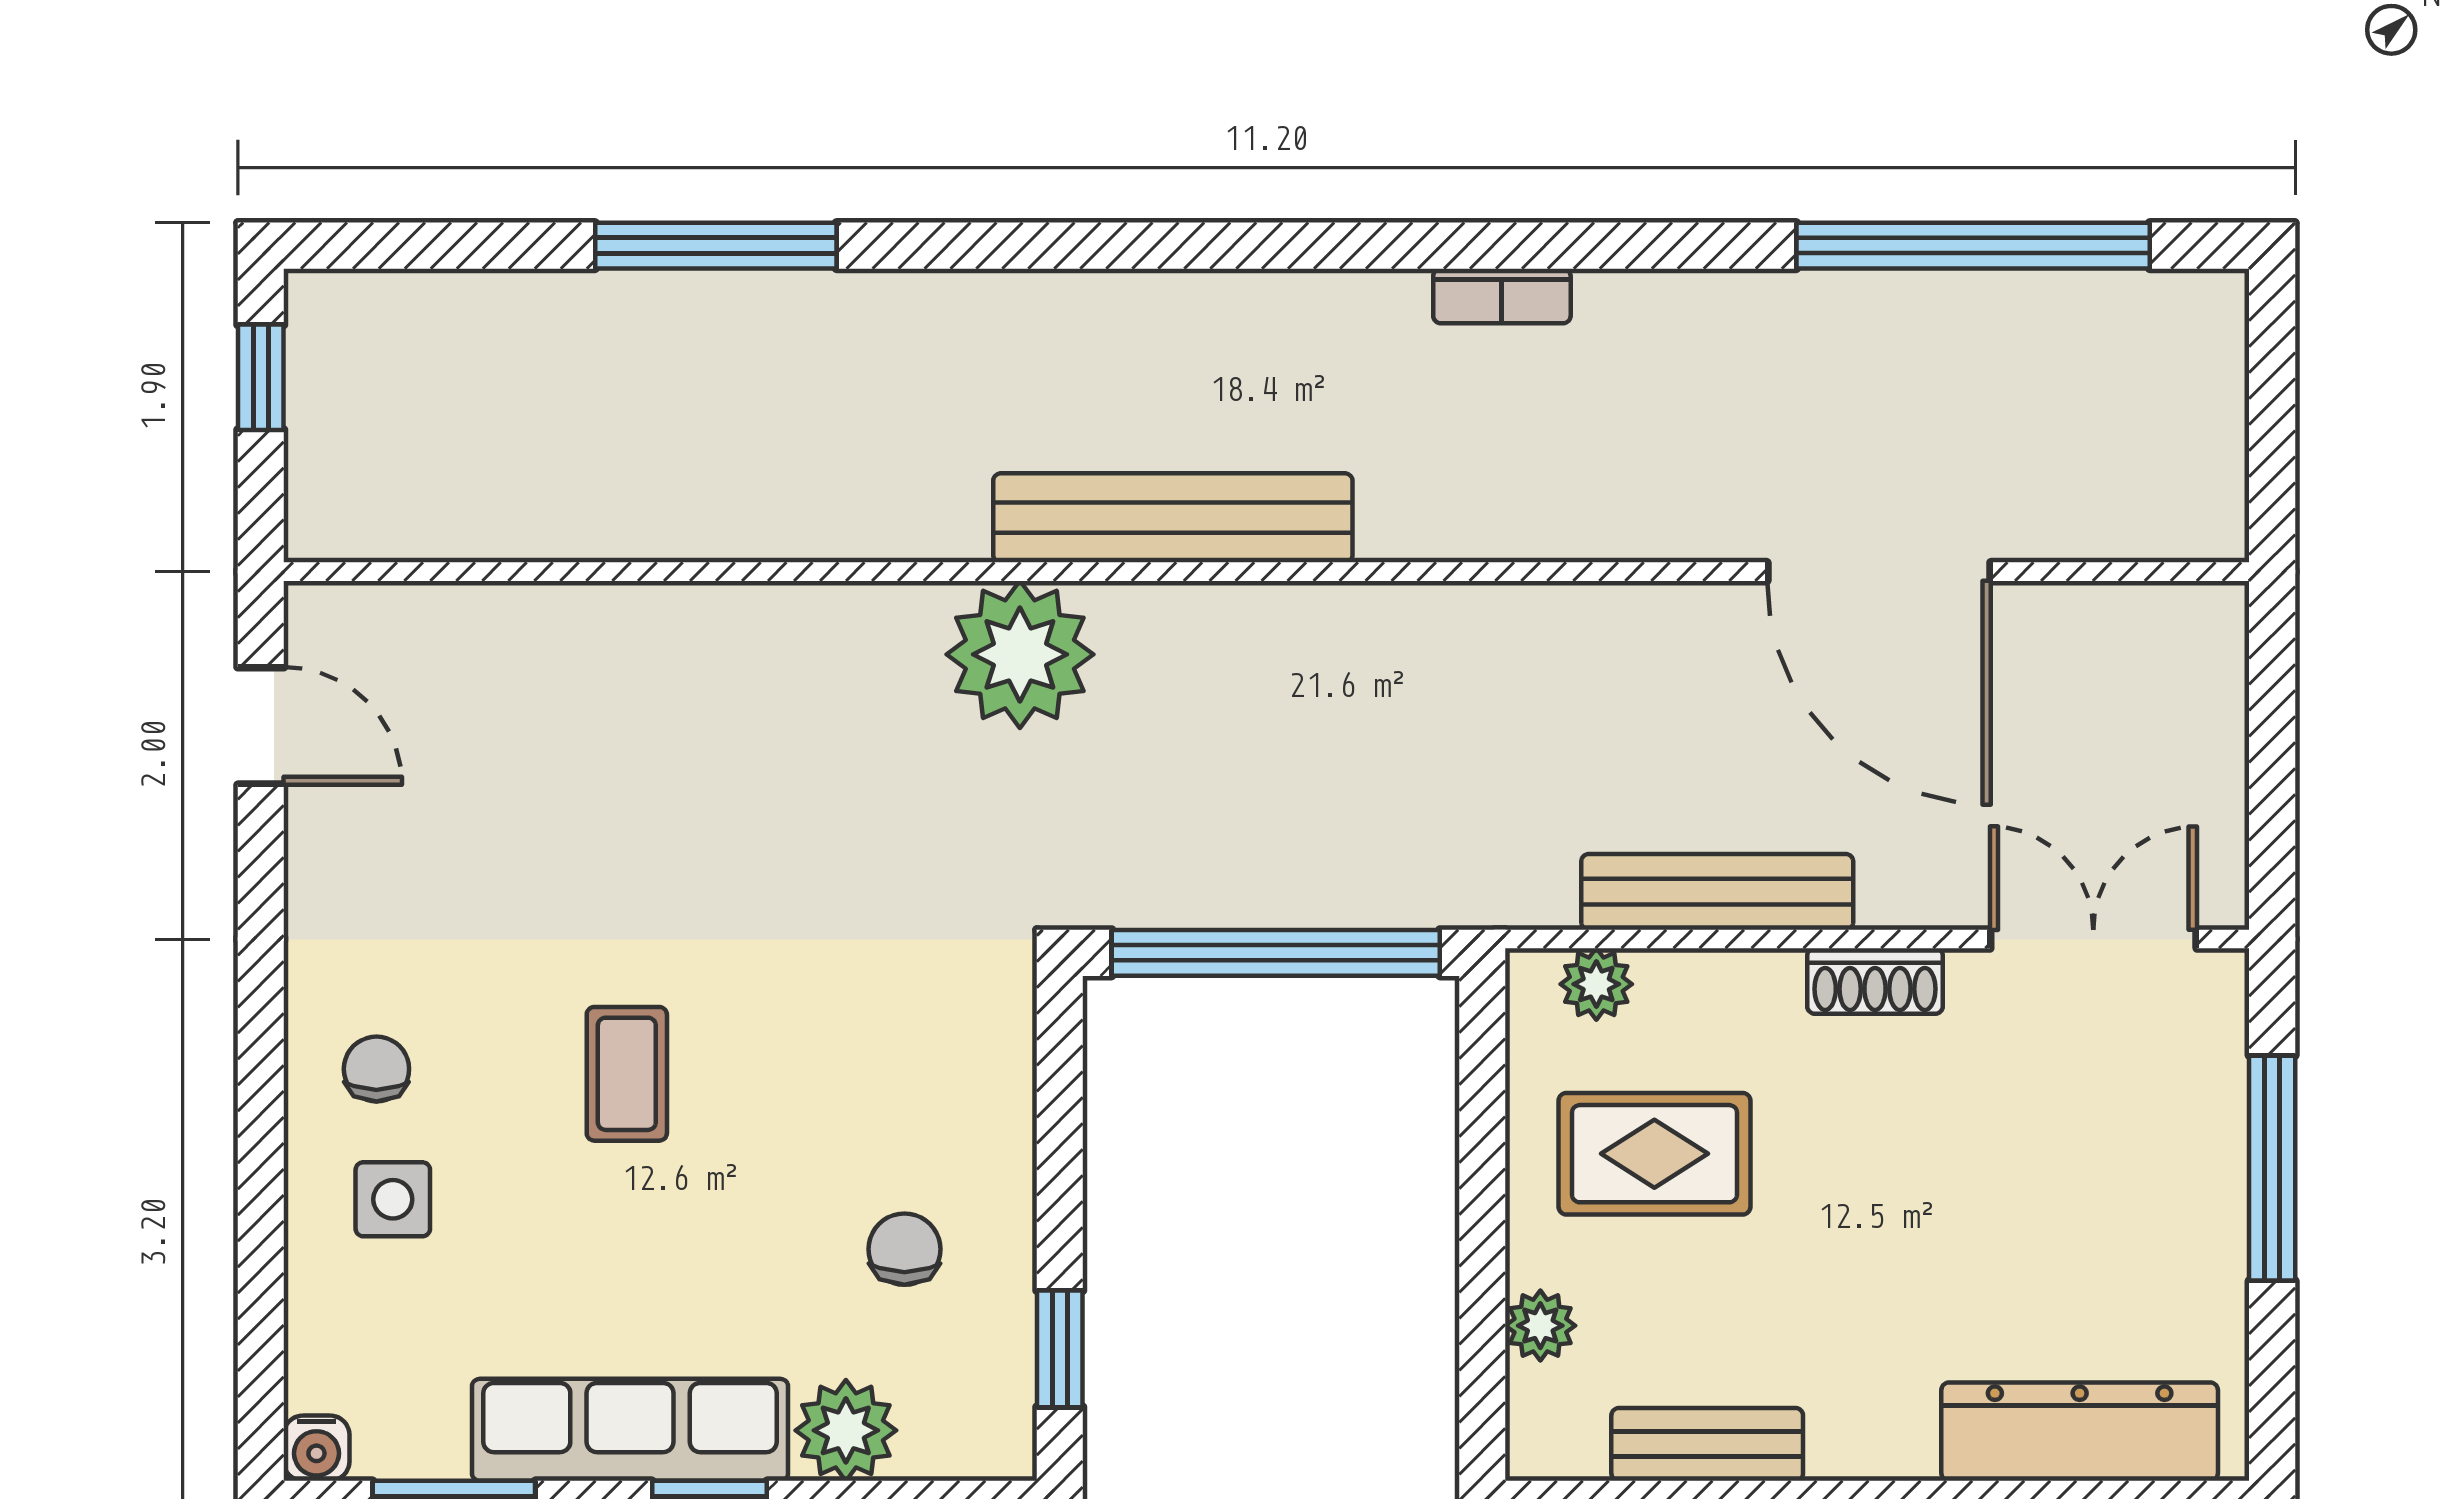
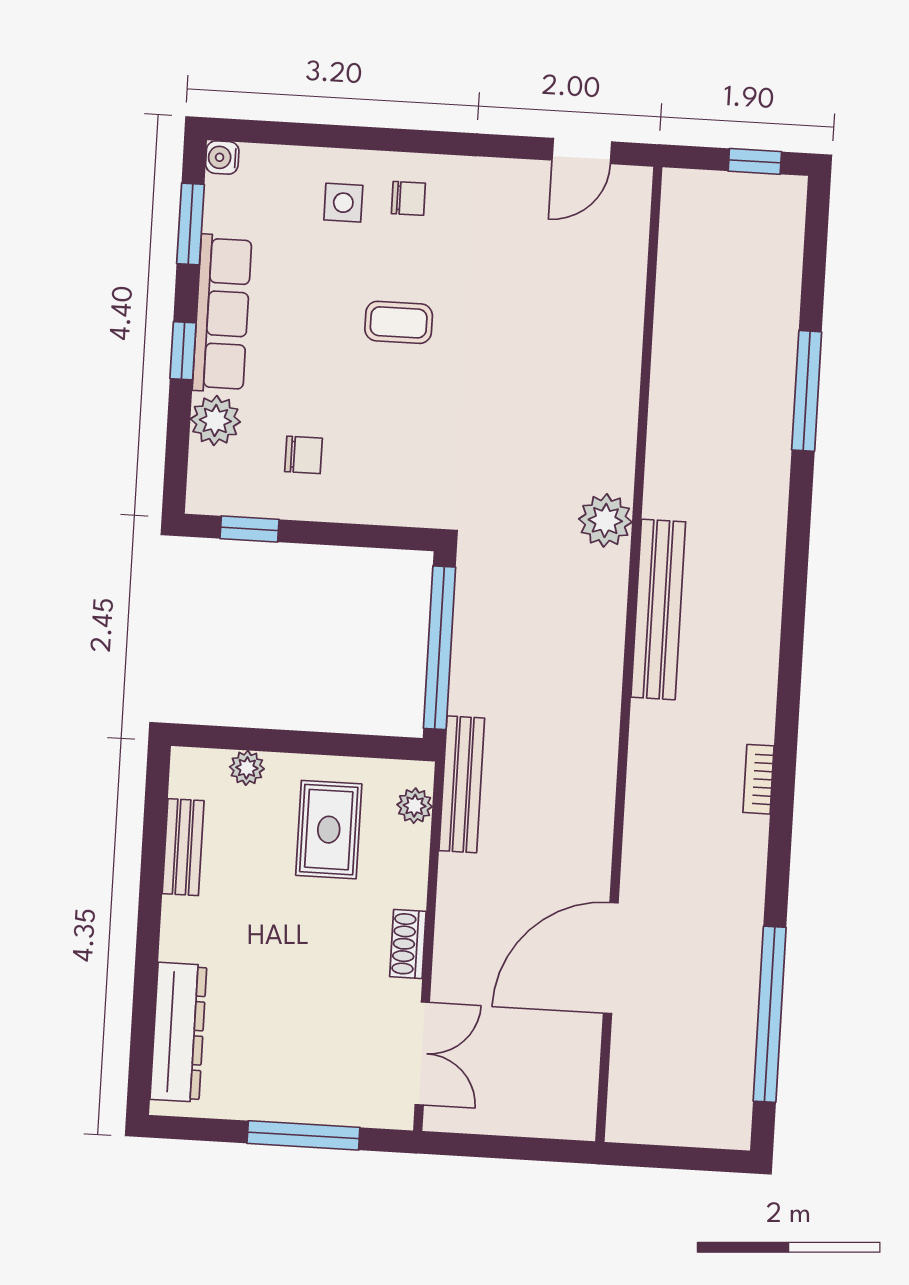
plant: (1020, 654) -> (605, 520), width x0.73, depth x0.73
bench: (1717, 892) -> (462, 784), moved

